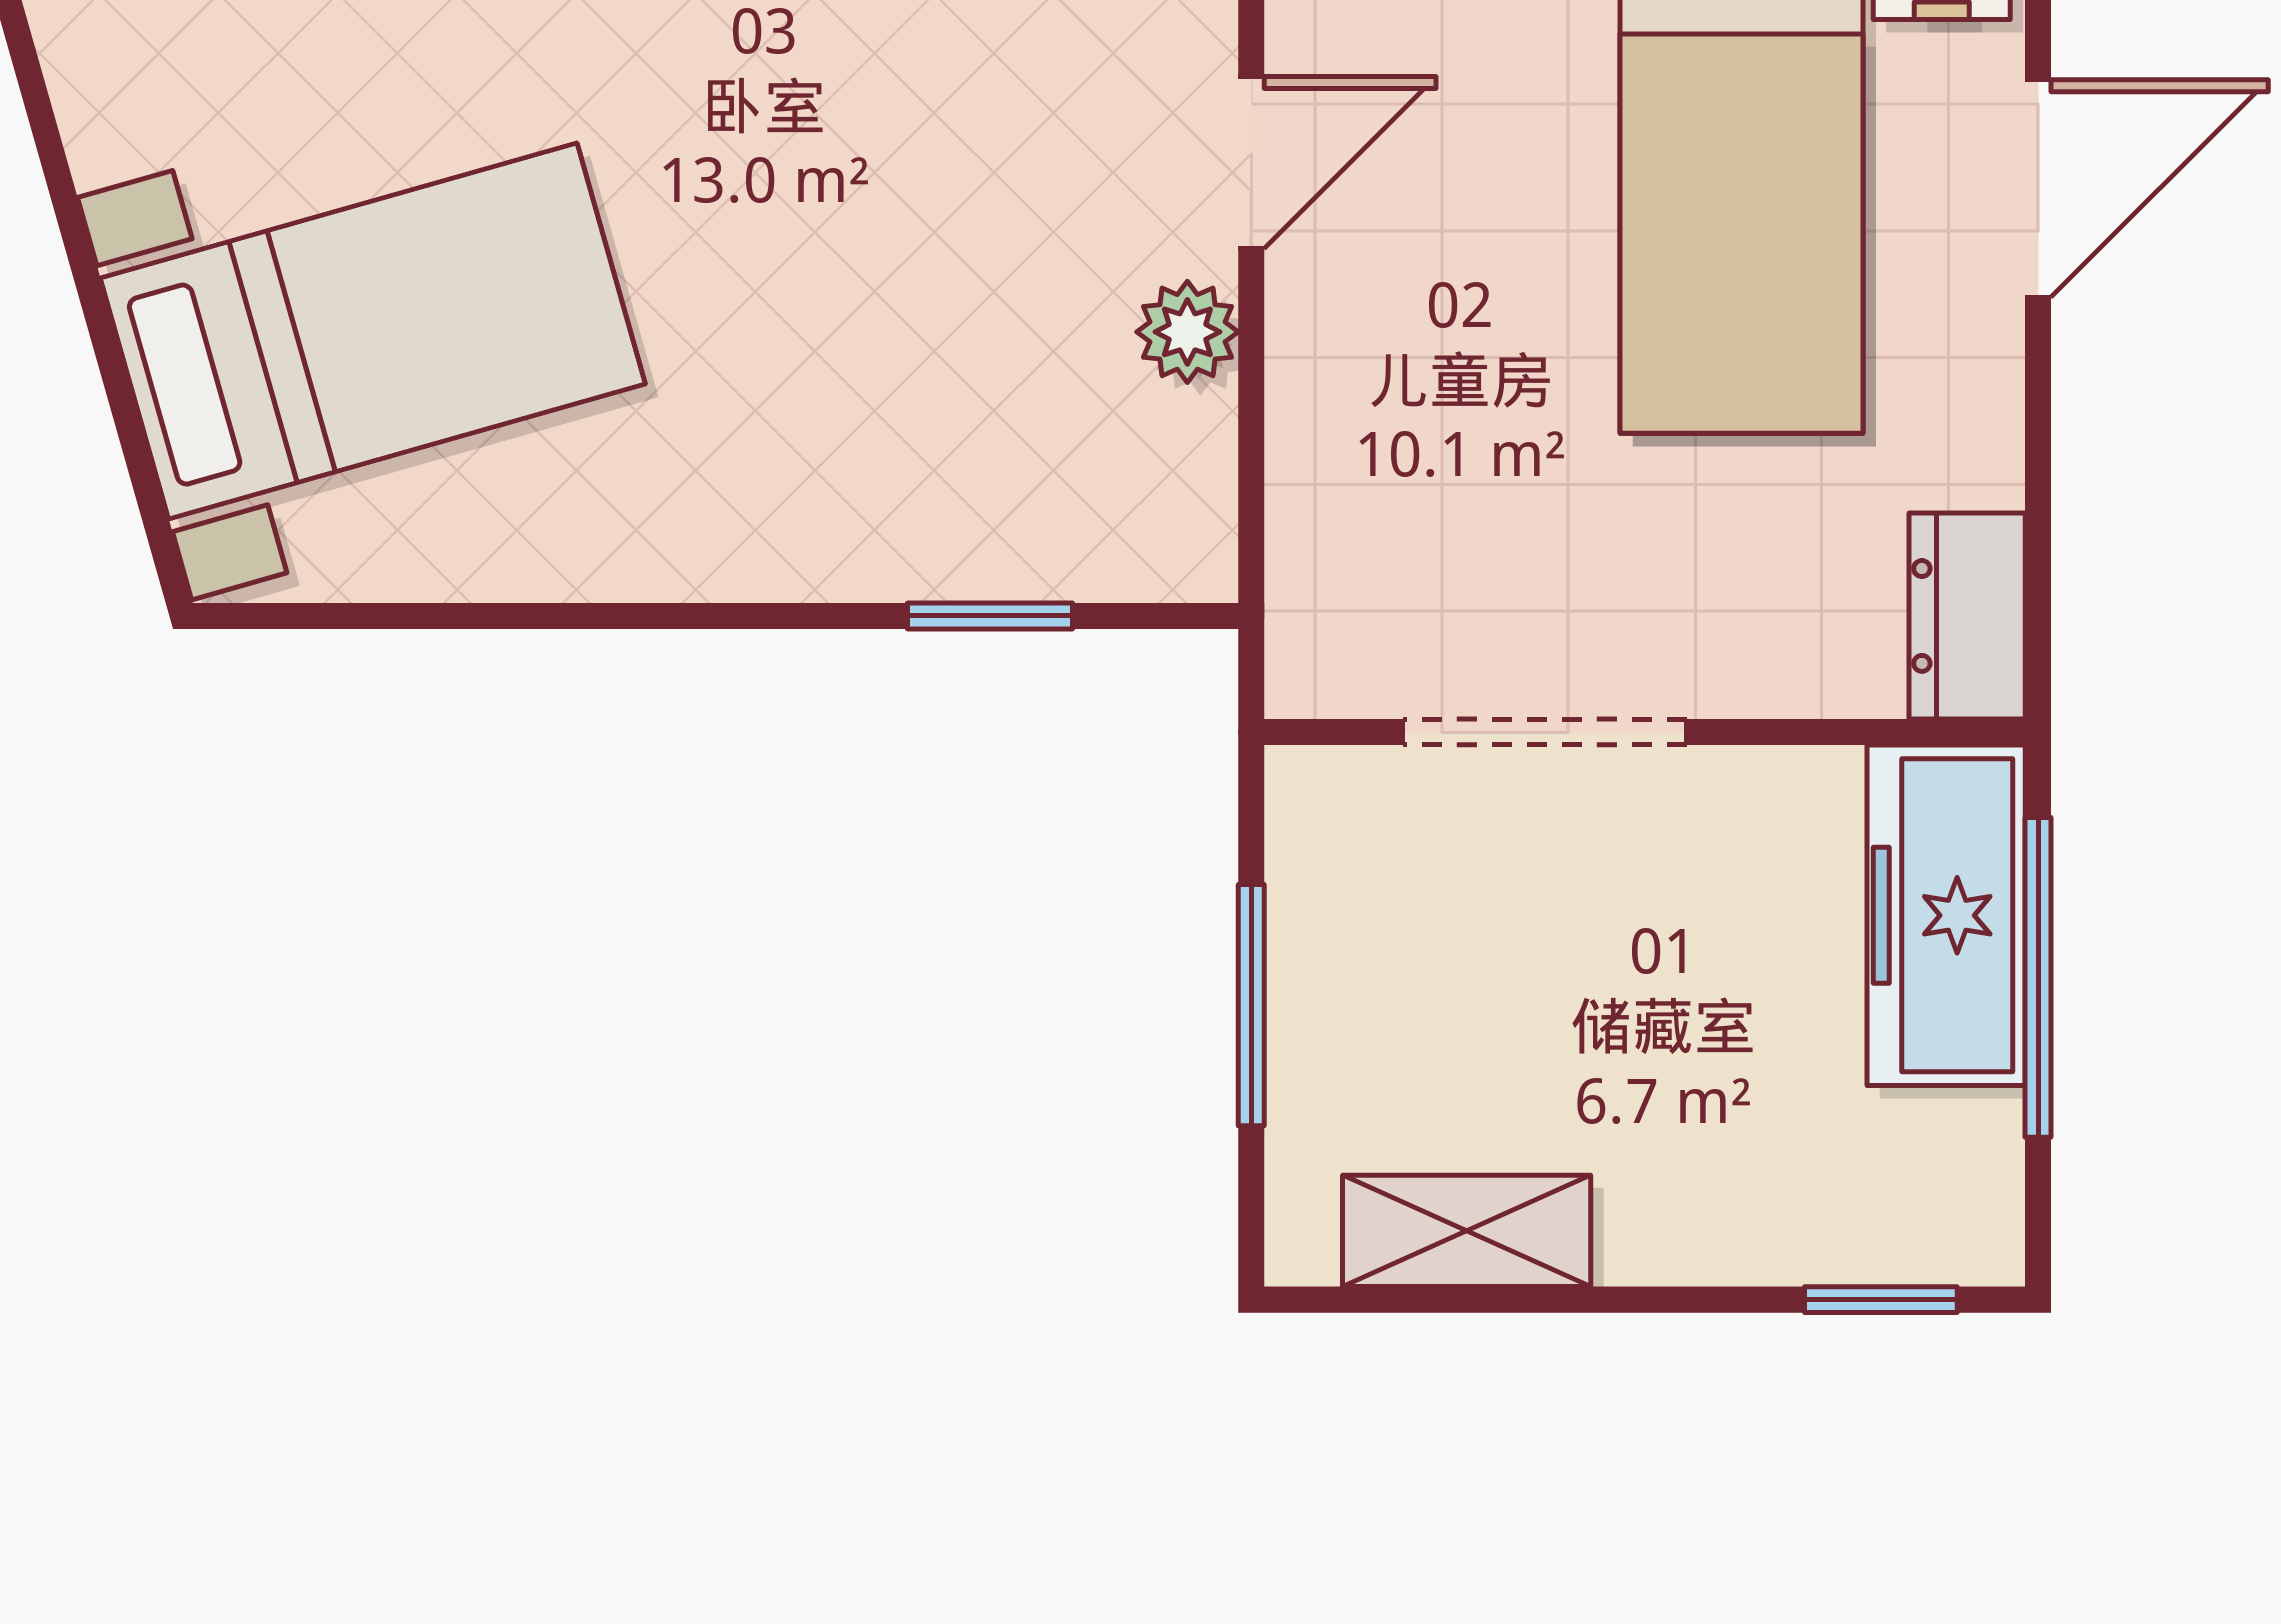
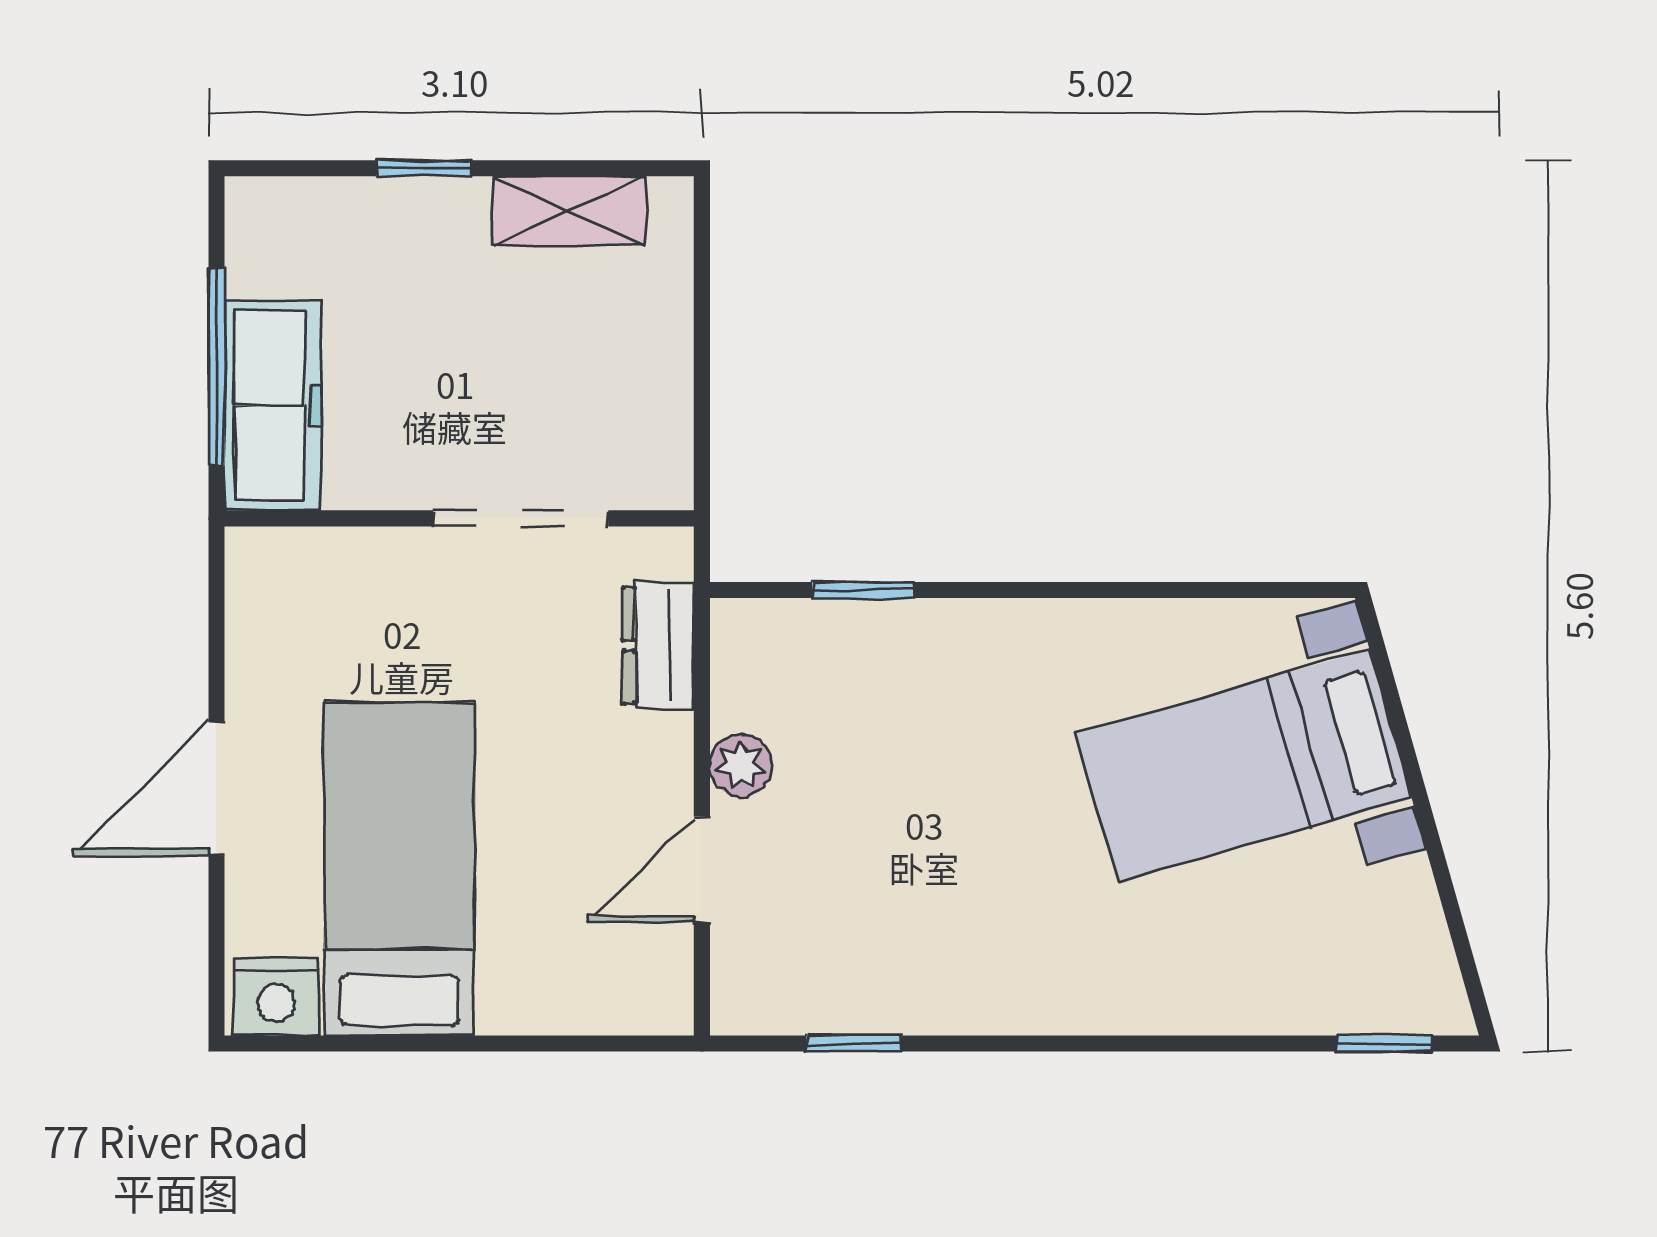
door: (2038, 189) -> (216, 788), moved
dresser: (1967, 616) -> (658, 646), moved, turned 180
window: (1251, 1005) -> (702, 350), removed
window: (1881, 1300) -> (423, 168), moved

